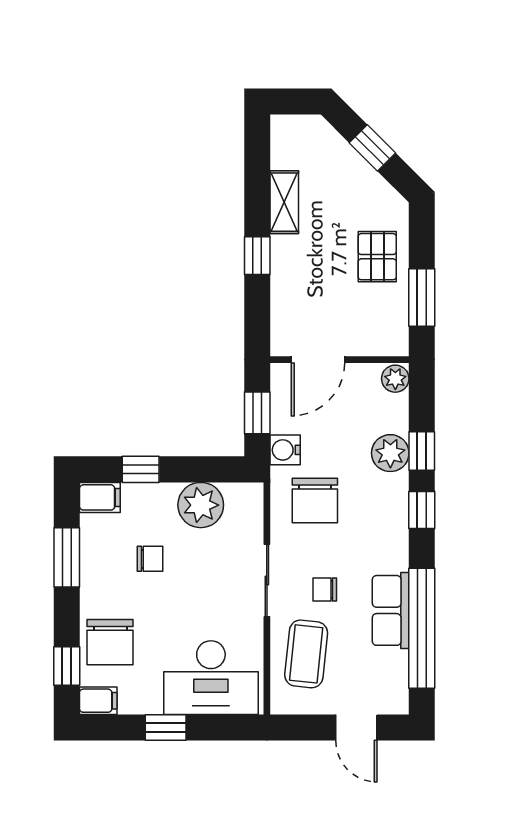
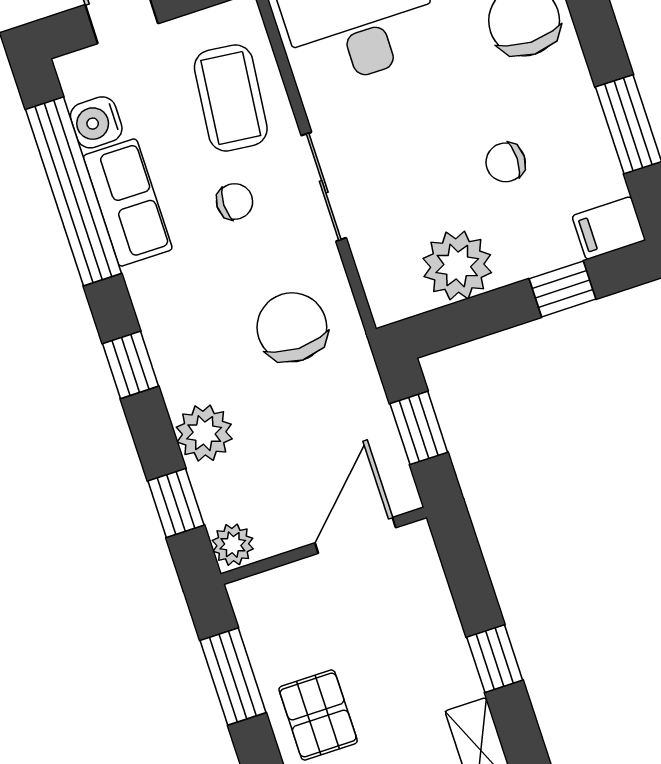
water cooler: (285, 450) -> (96, 122), moved, turned 180
window: (422, 451) -> (176, 503), moved

